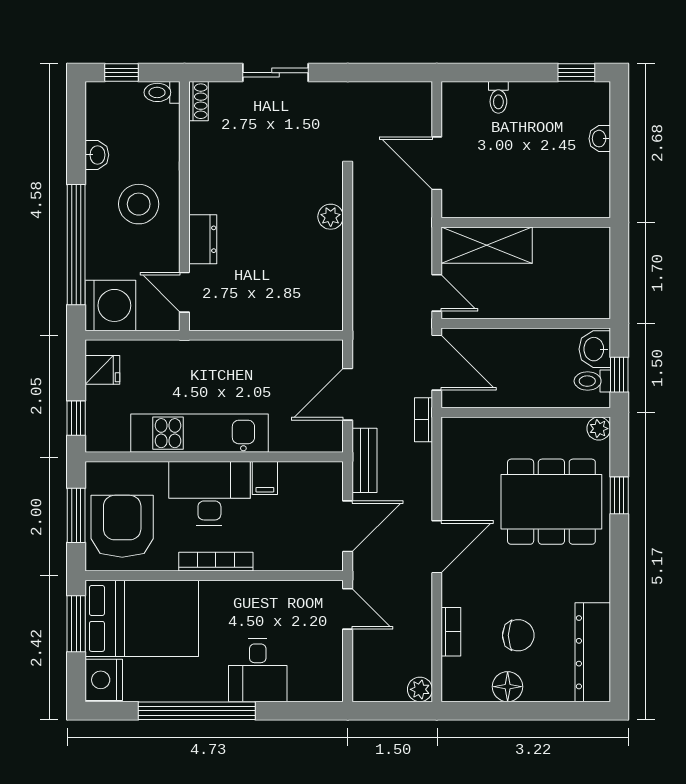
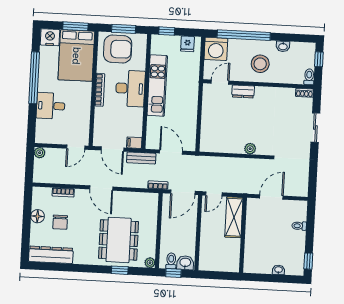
filing cabinet: (265, 478) -> (134, 143), moved
plant: (420, 689) -> (40, 153), moved

